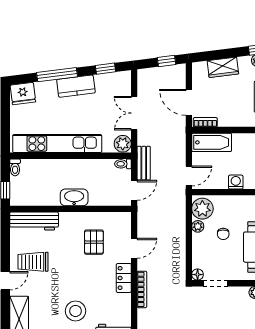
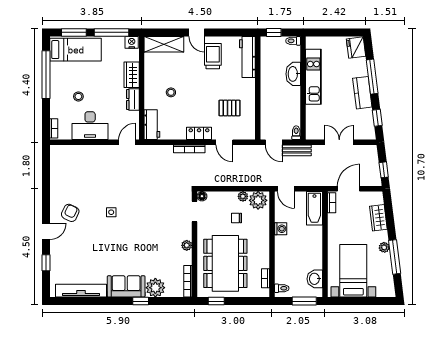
kitchen unit: (57, 144) -> (313, 77), width x0.73
plant: (123, 144) -> (313, 133), removed
washbasin: (74, 197) -> (293, 74), moved, turned 180
stool: (76, 311) -> (171, 92), width x0.53, depth x0.53

